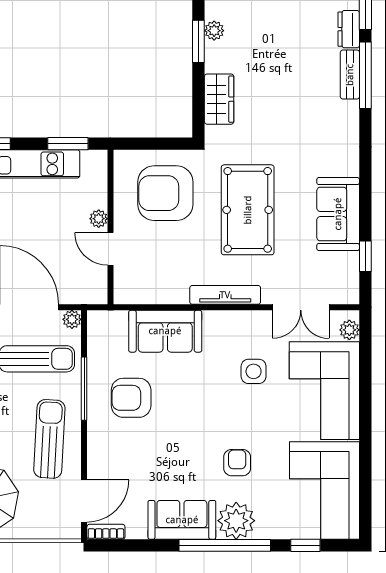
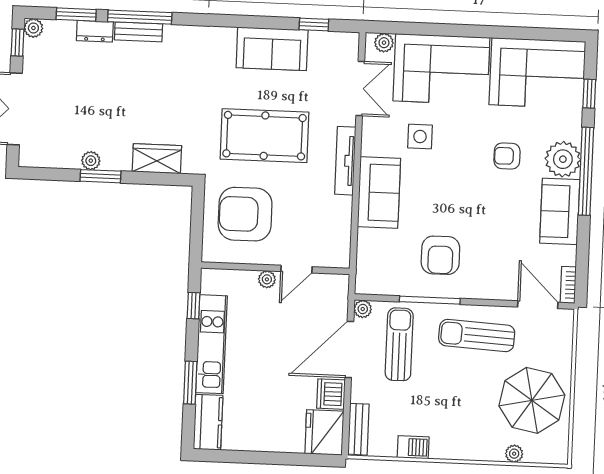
window: (68, 144) -> (193, 306), width x0.67
armchair: (165, 193) -> (245, 214), turned 90
sofa: (165, 331) -> (379, 192), moved

